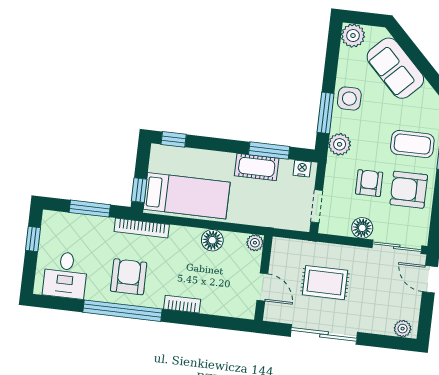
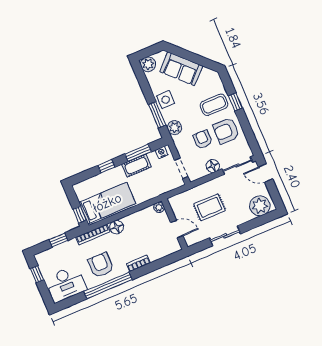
window: (174, 139) -> (106, 166), moved
window: (90, 209) -> (58, 240), width x0.67
floor lamp: (212, 240) -> (117, 227), moved
desk: (65, 275) -> (66, 284), width x1.37
plant: (403, 329) -> (260, 206), width x1.87, depth x1.87
sliding door: (324, 334) -> (225, 236), width x0.73

